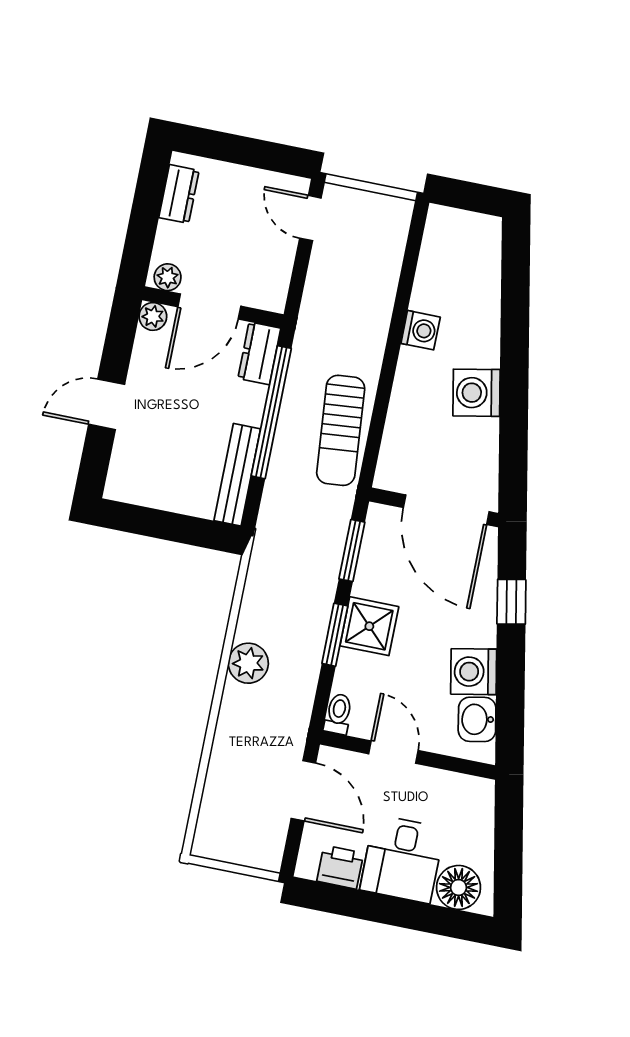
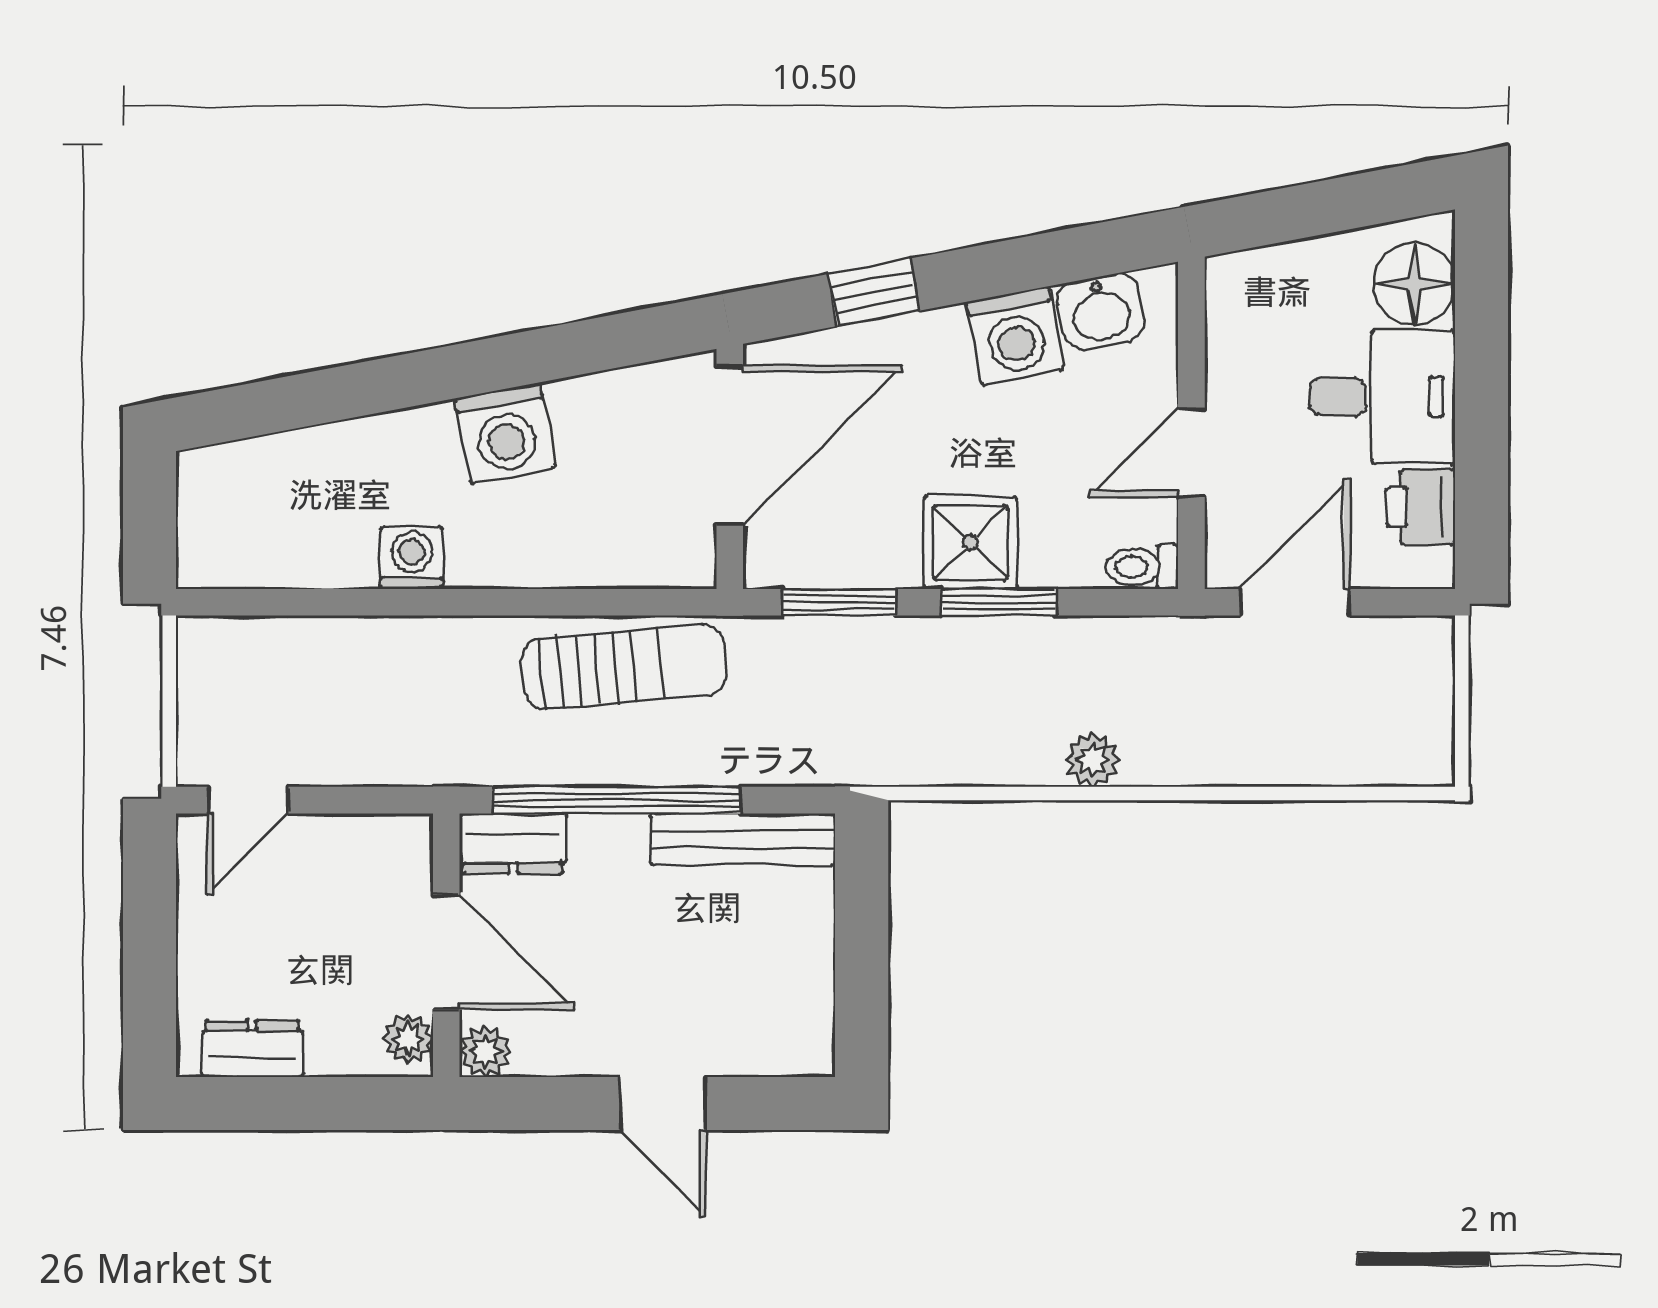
plant: (248, 663) -> (1093, 760), width x0.73, depth x0.73

